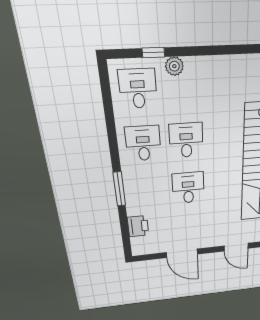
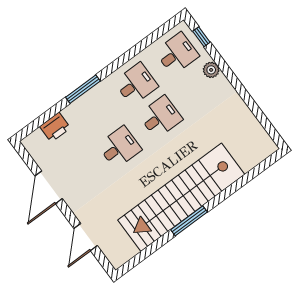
window: (153, 53) -> (201, 37), moved

